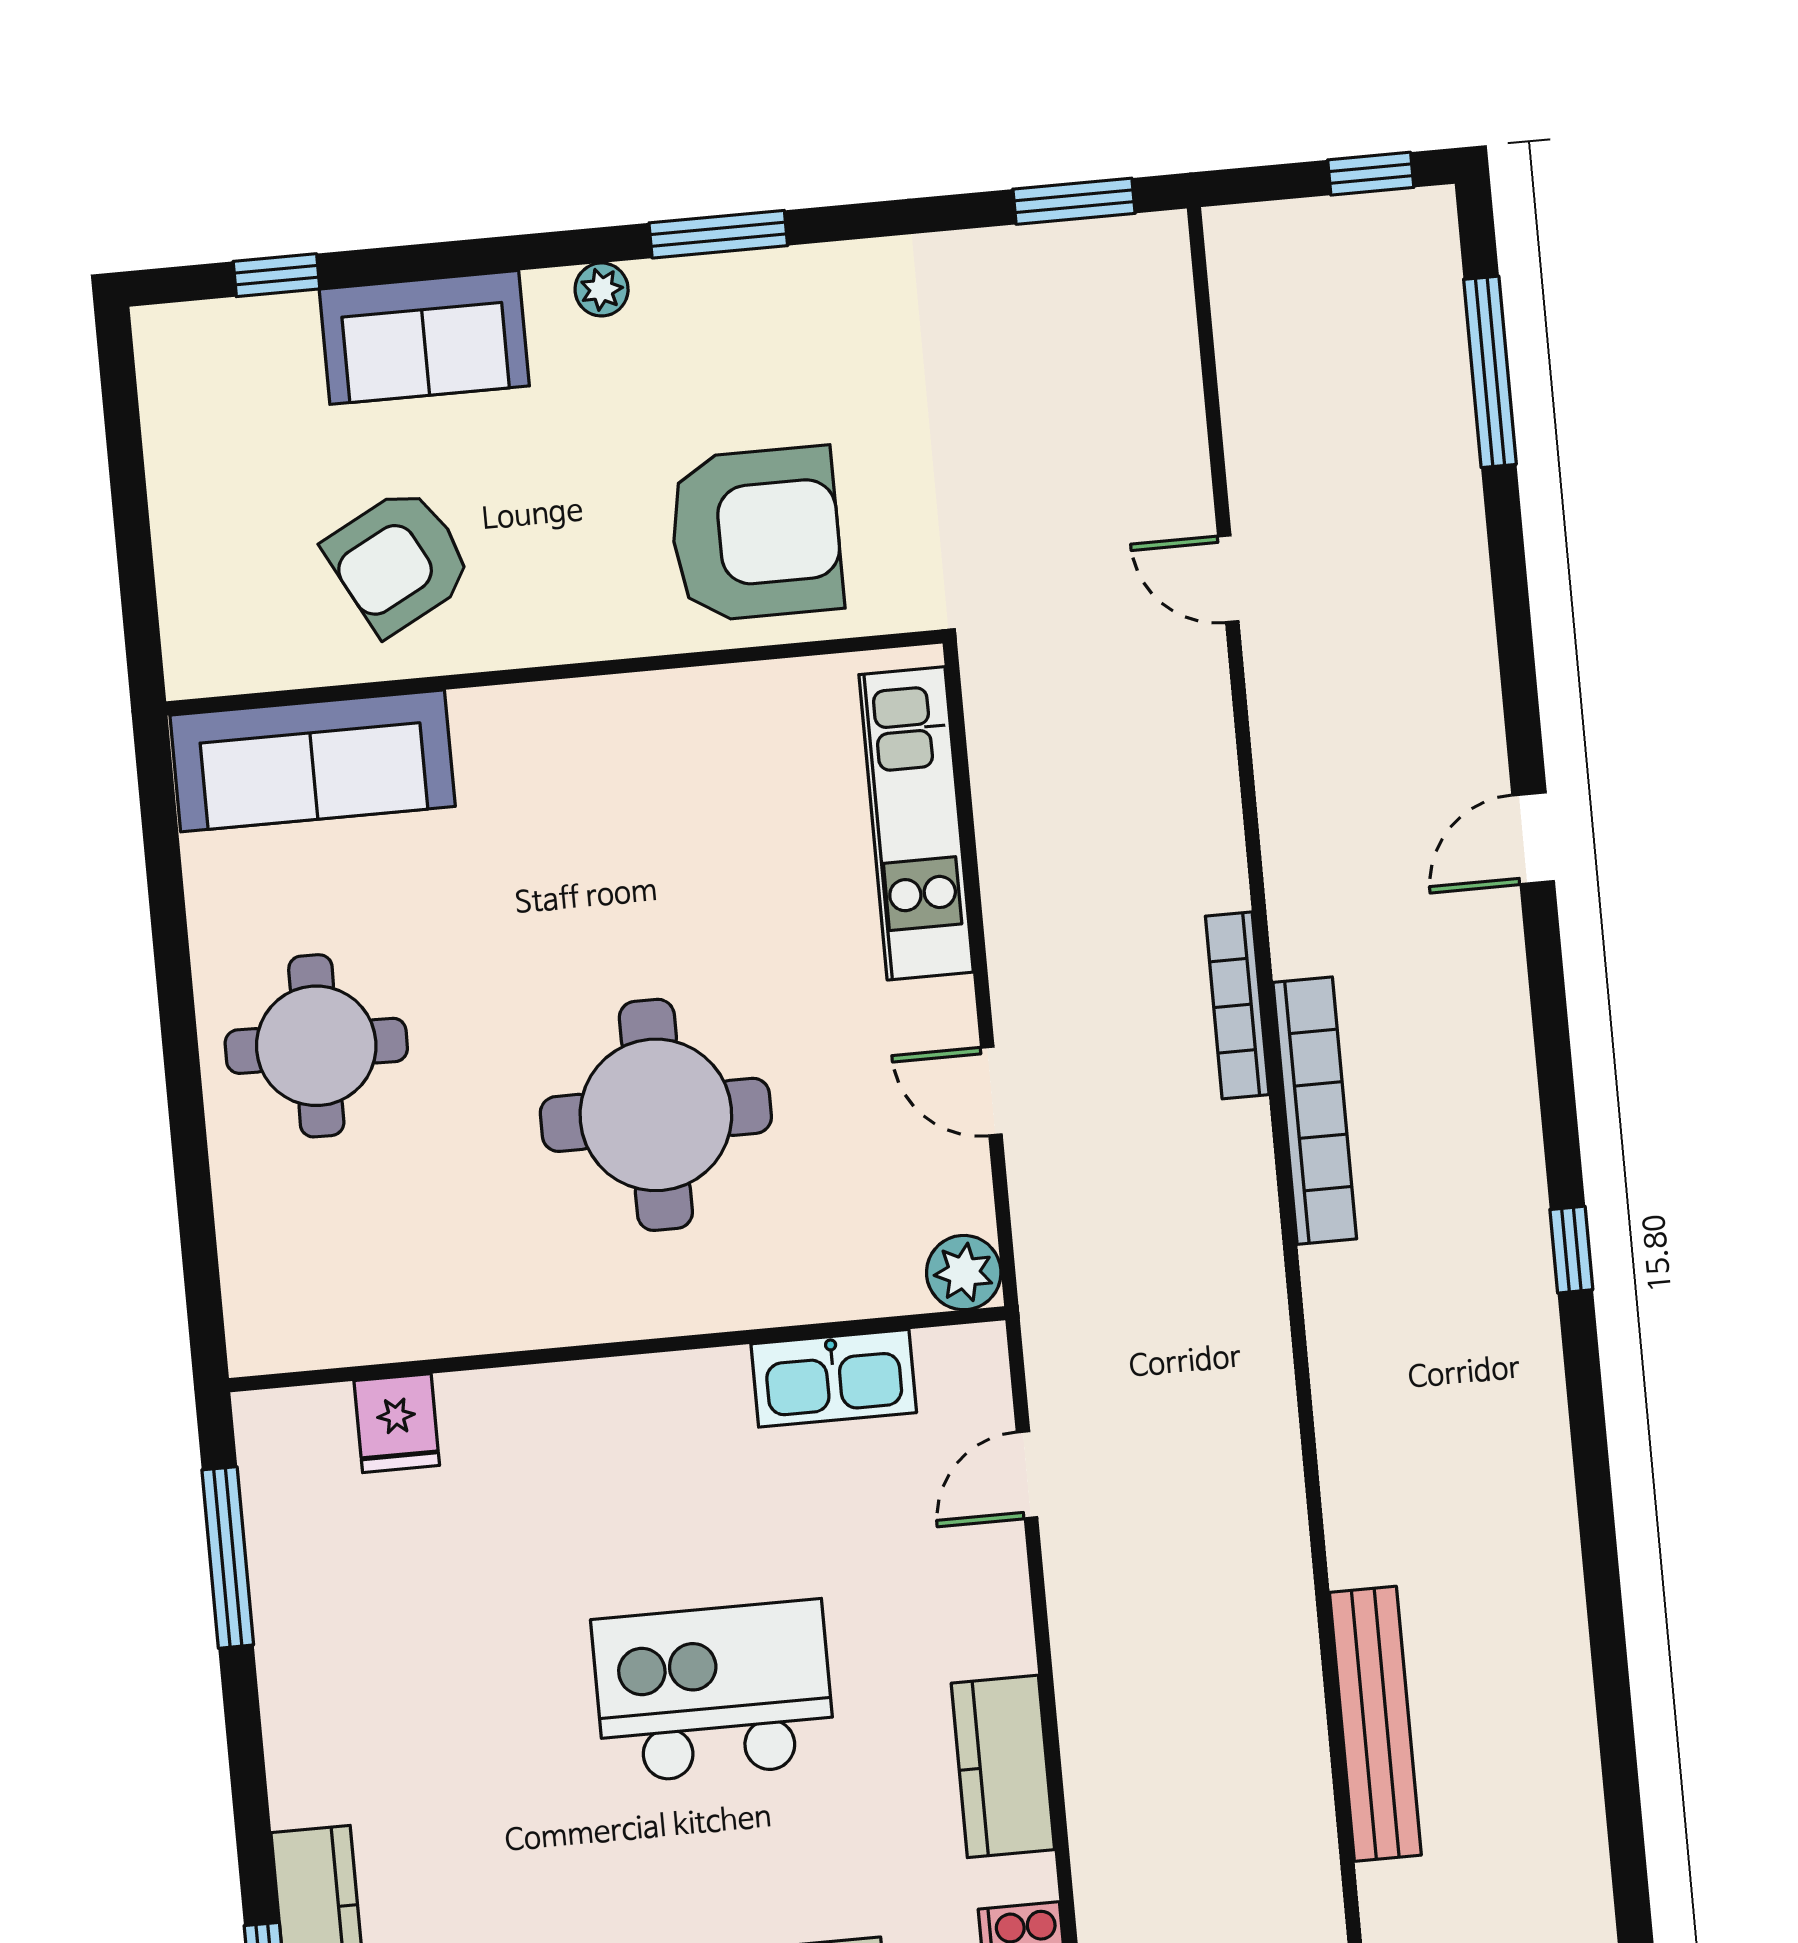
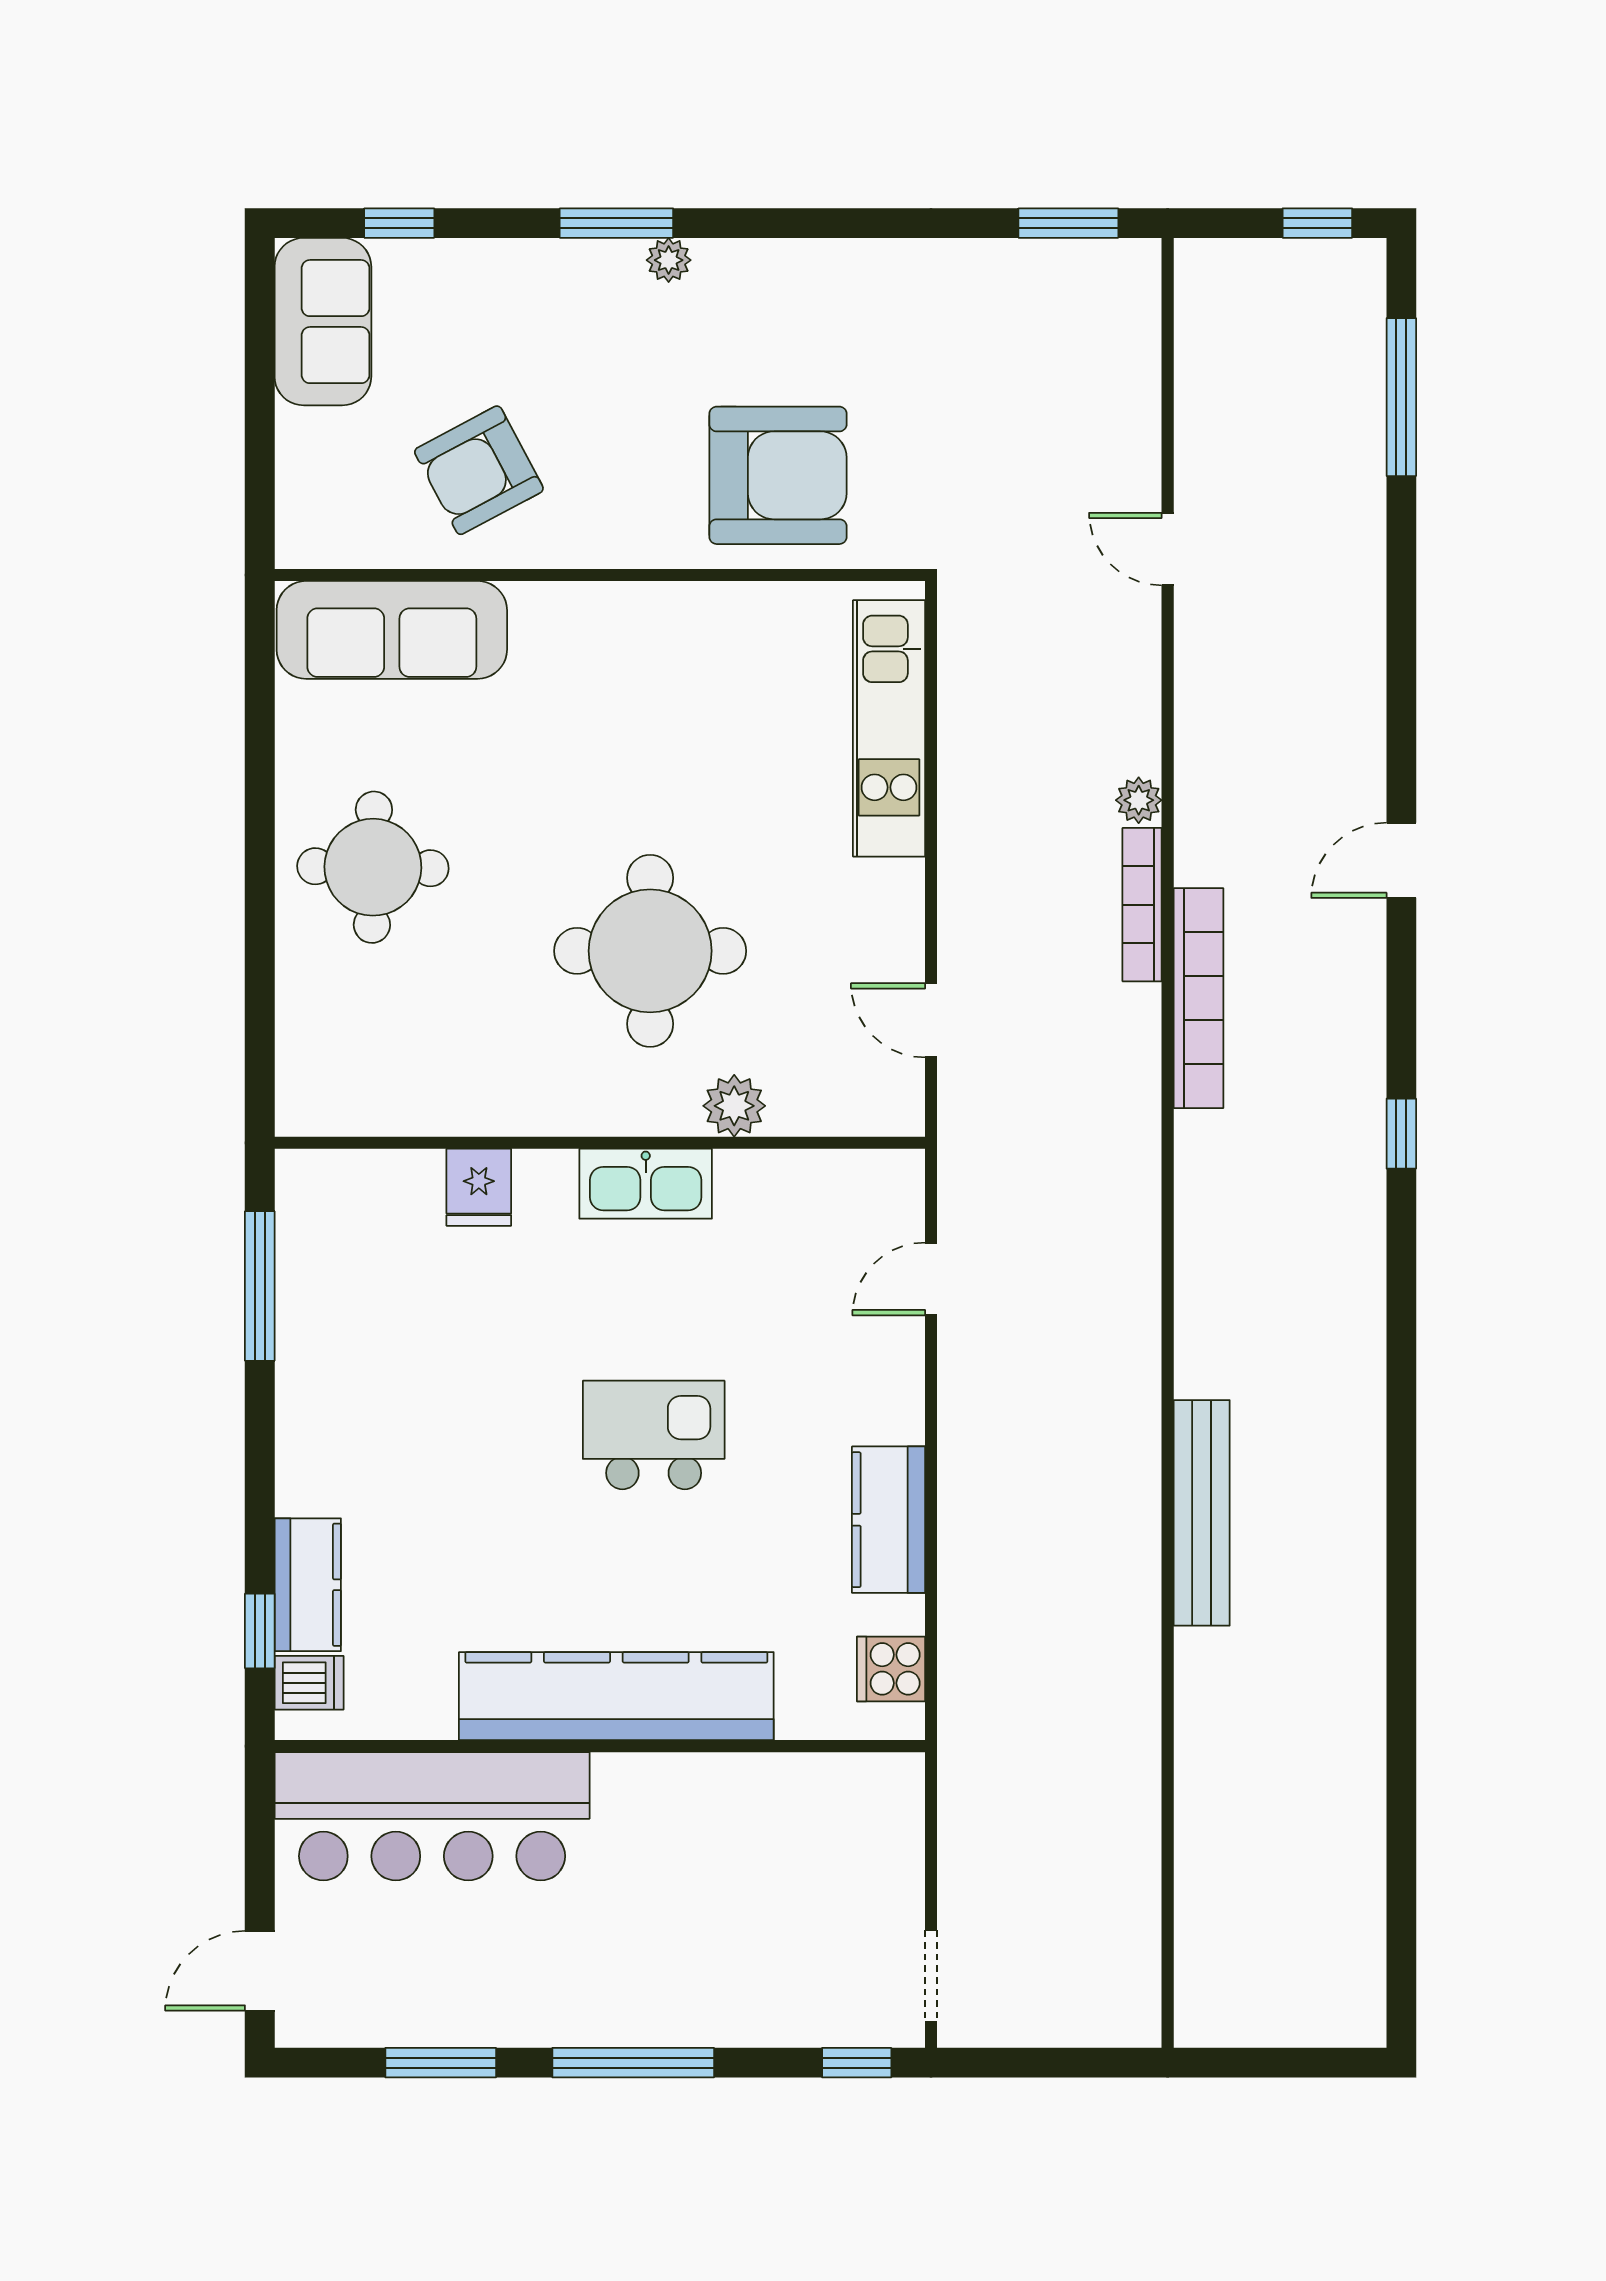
window: (718, 234) -> (616, 223), moved
sofa: (424, 337) -> (323, 322), moved, turned -90
door: (1533, 838) -> (1401, 860), moved
plant: (1222, 881) -> (1139, 800), added
door: (991, 1091) -> (931, 1020), moved
plant: (964, 1273) -> (734, 1106), moved
kitchen sink: (834, 1378) -> (646, 1184), moved
fridge: (397, 1423) -> (479, 1187), moved
kitchen island: (714, 1691) -> (654, 1435), width x0.73, depth x0.78

